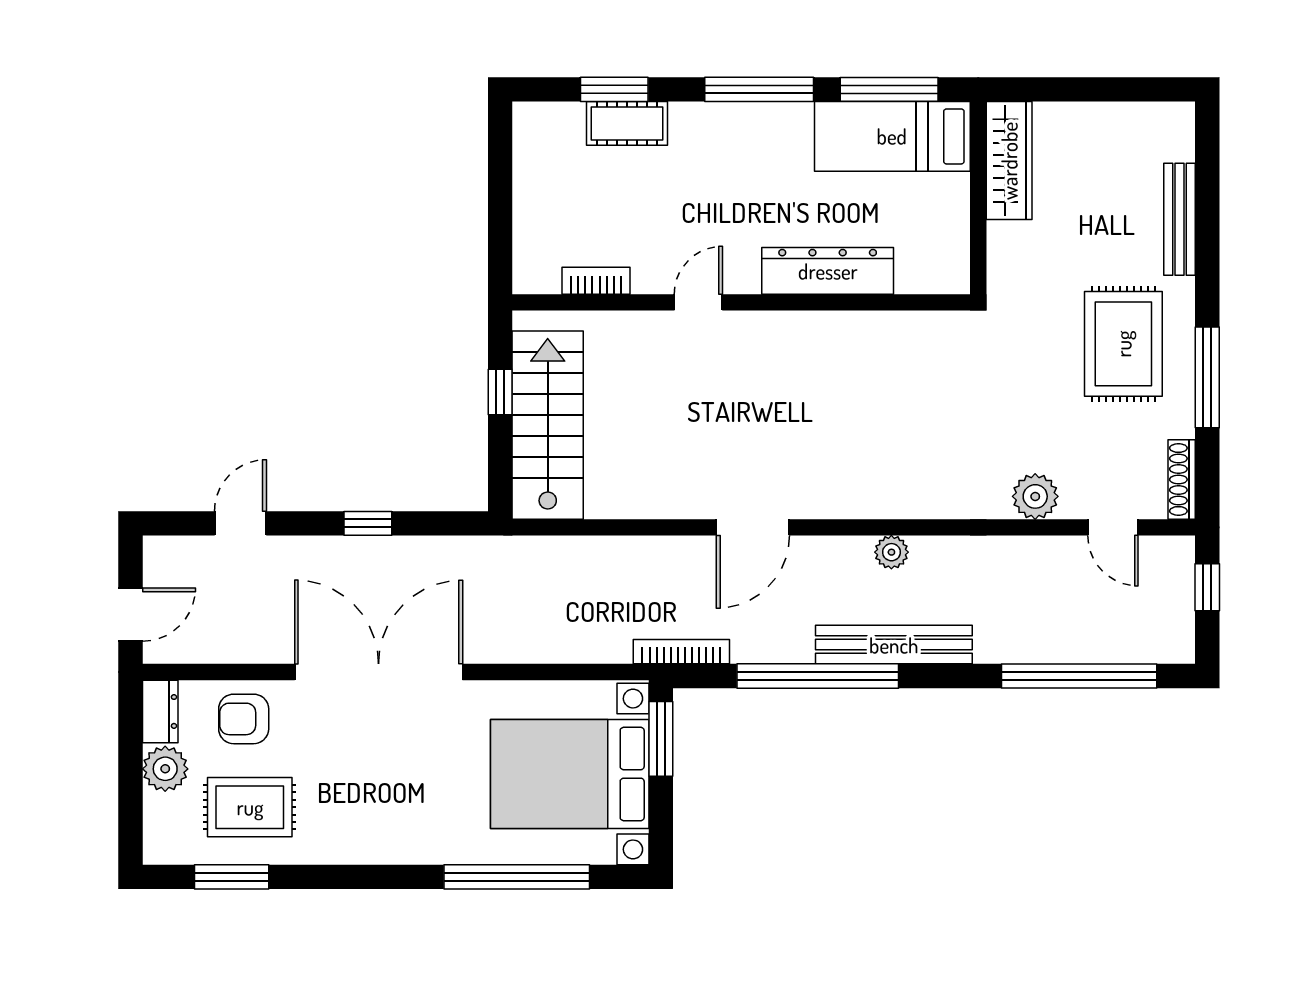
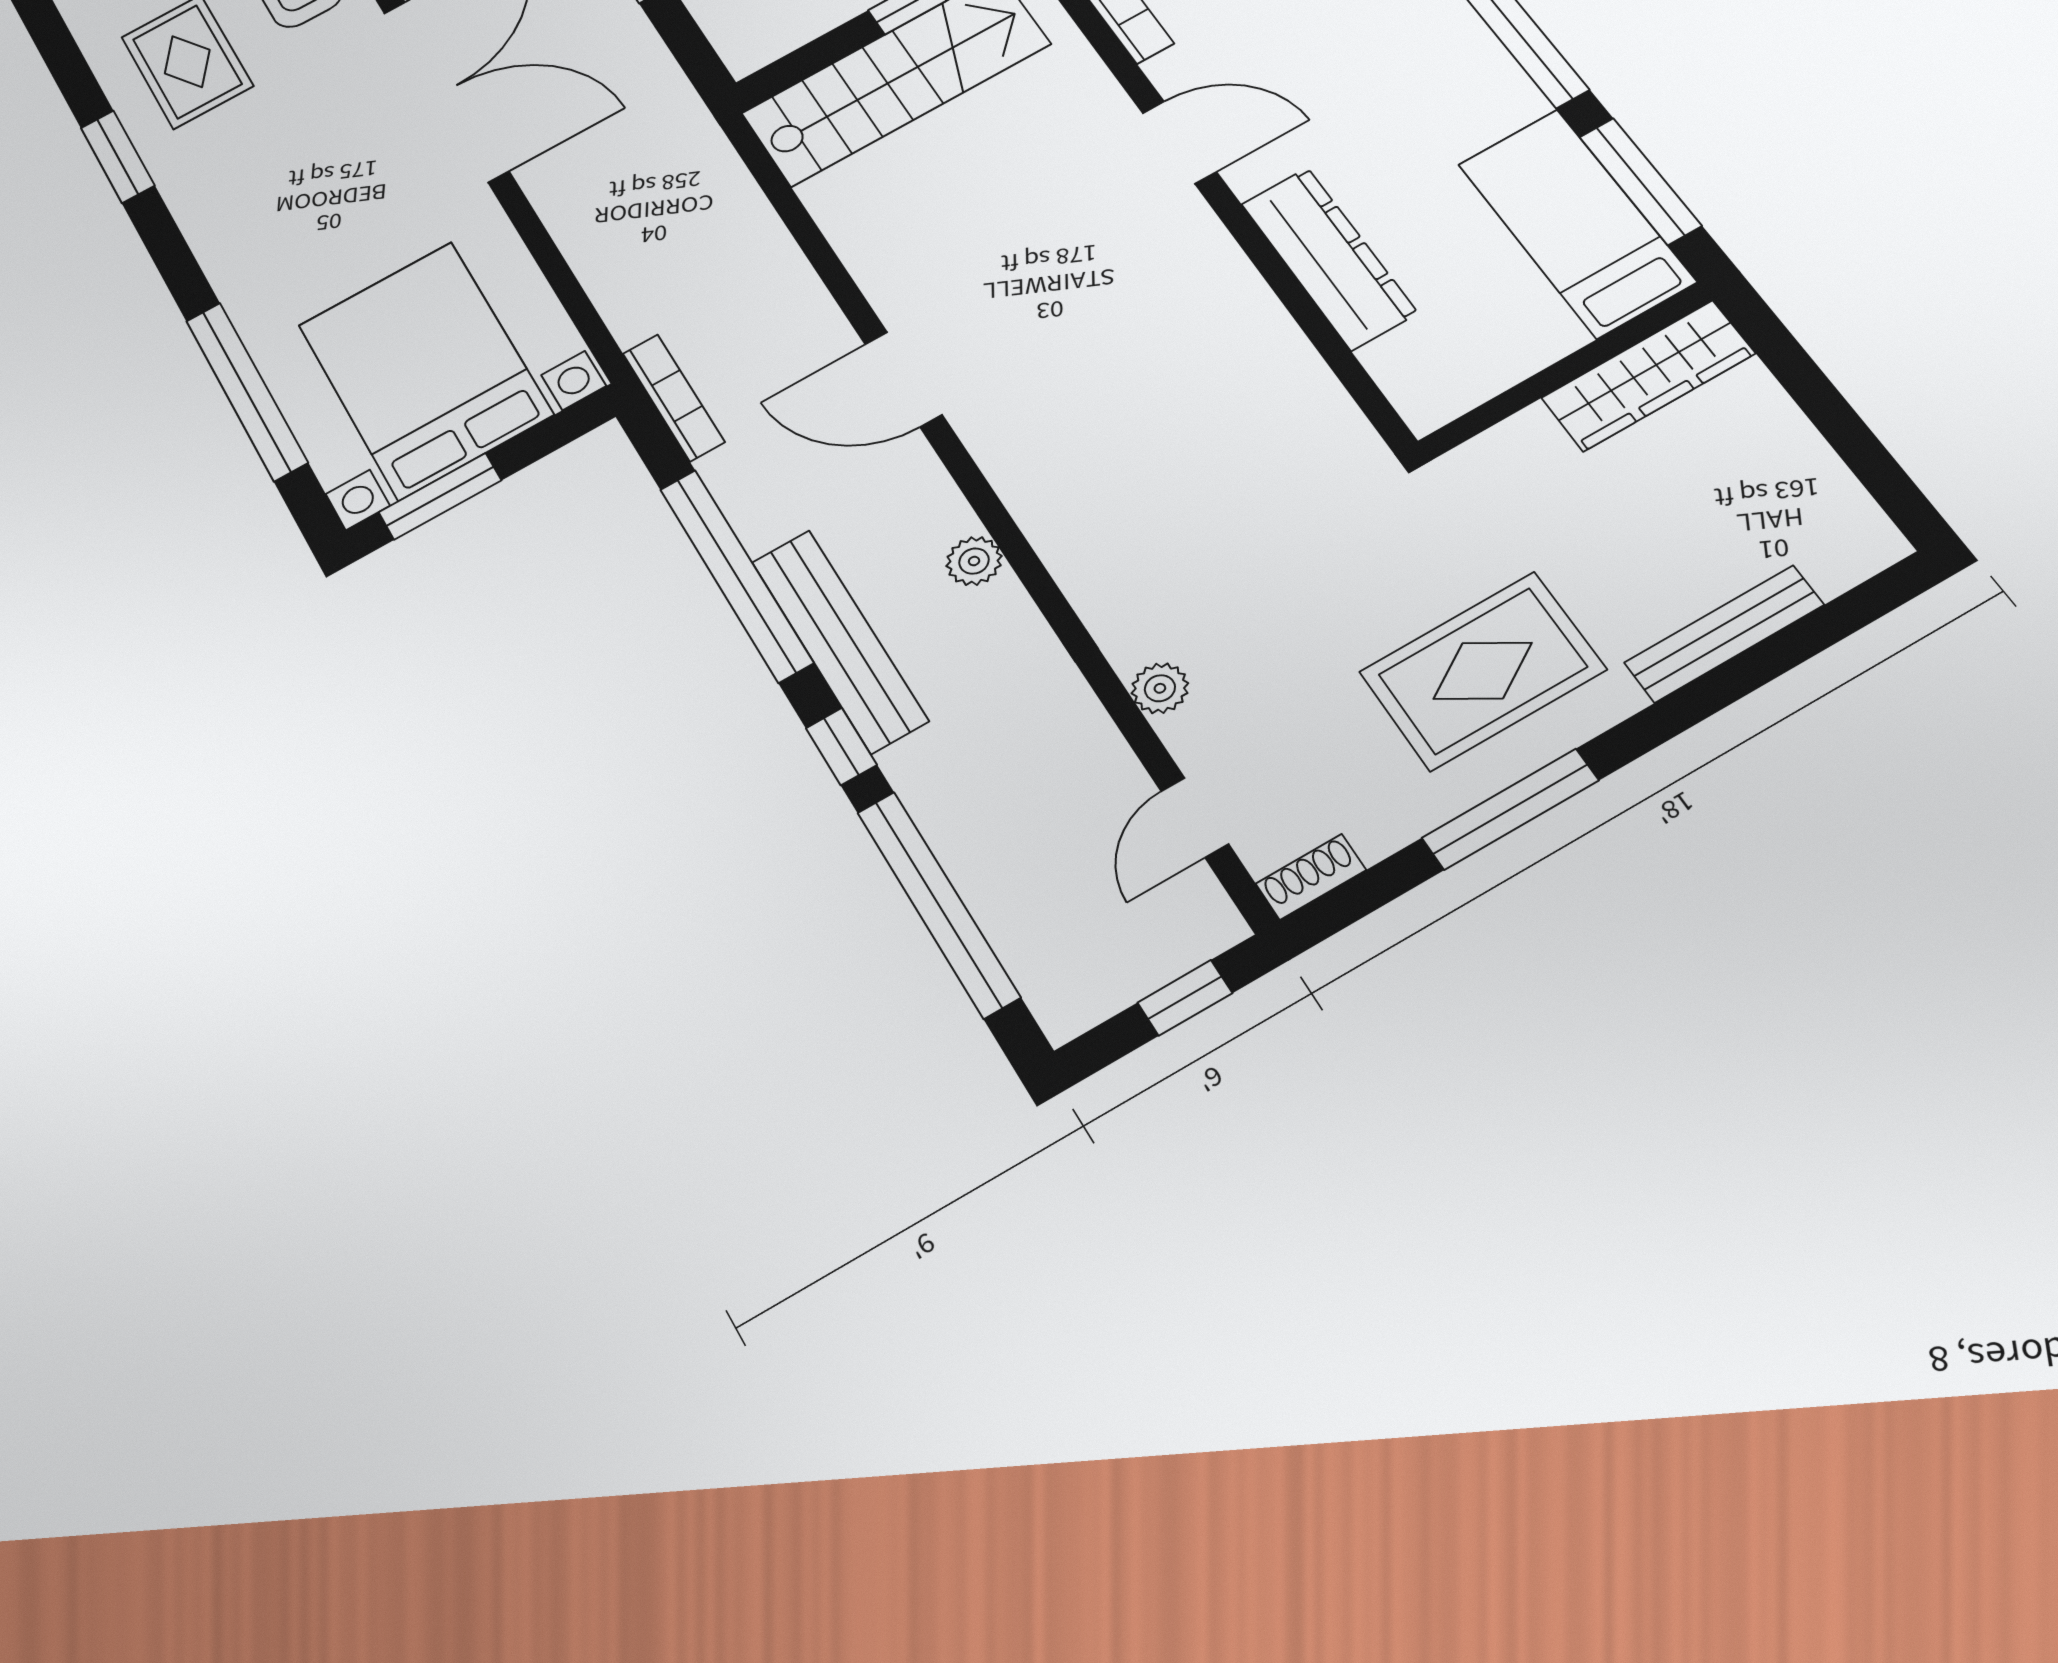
door: (698, 302) -> (1179, 142), width x1.37
shoe rack: (1182, 479) -> (1311, 877), width x0.70
plant: (1035, 496) -> (1160, 688), width x0.73, depth x0.73
window: (957, 676) -> (841, 746), added
window: (661, 739) -> (440, 496), moved
window: (232, 877) -> (118, 157), moved

